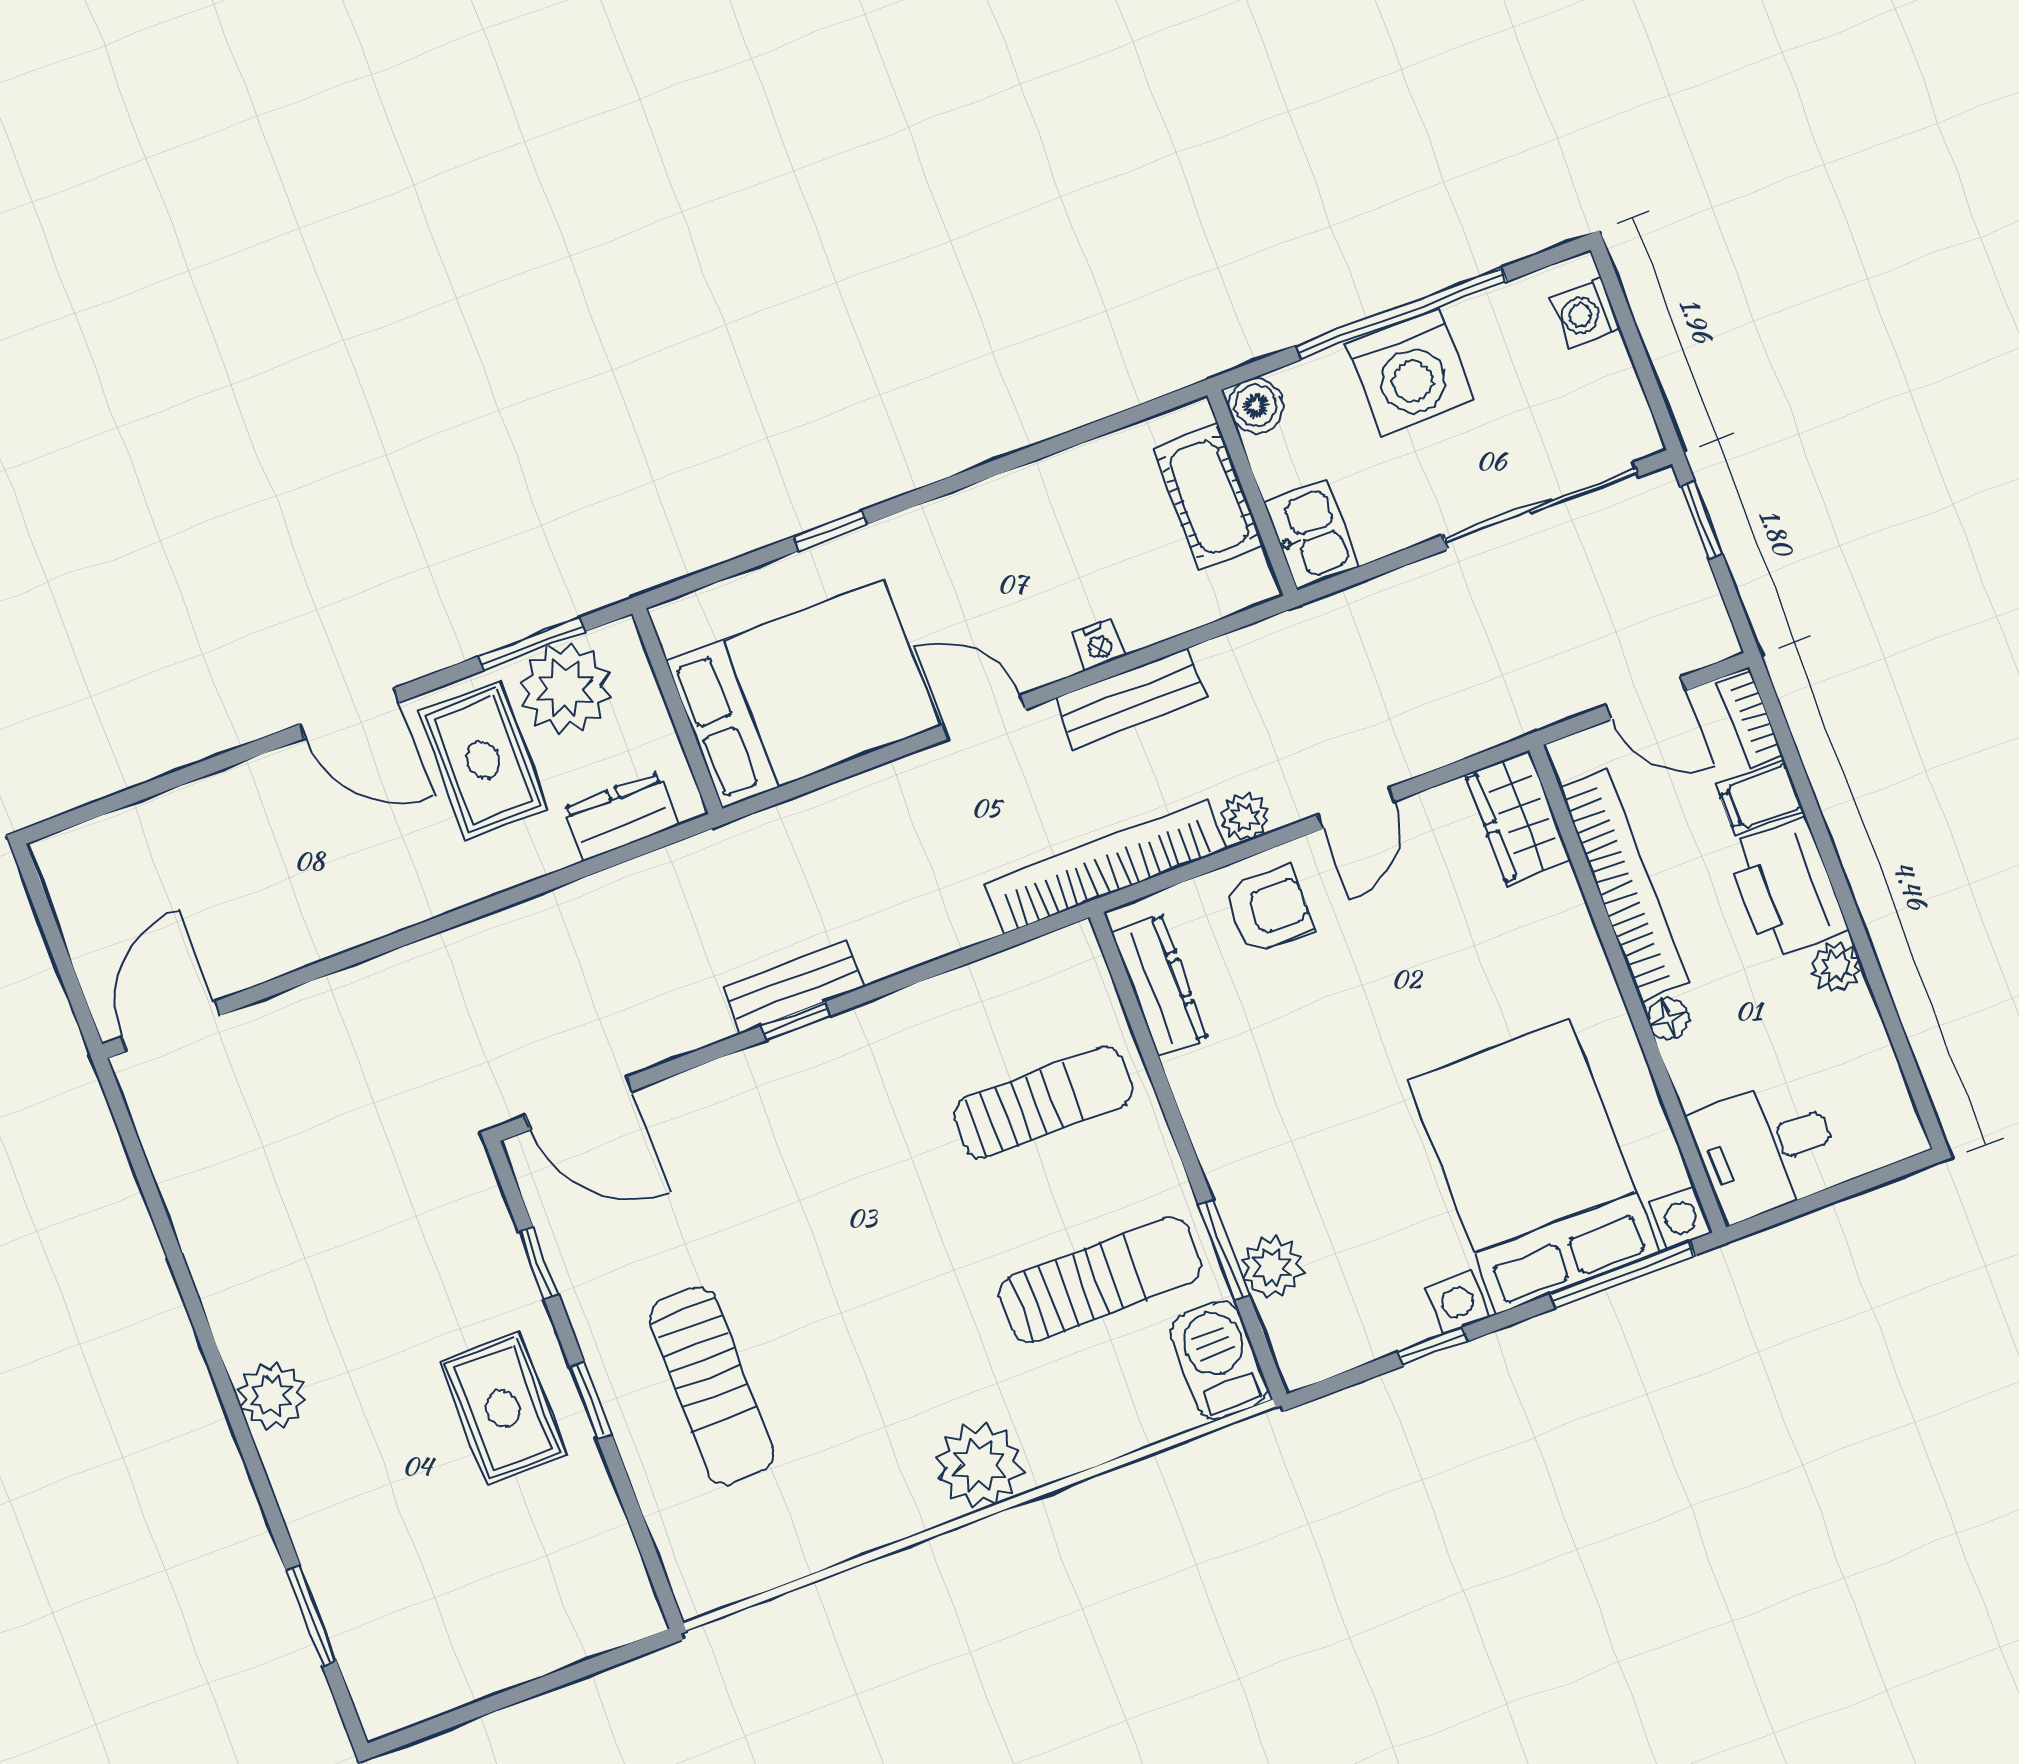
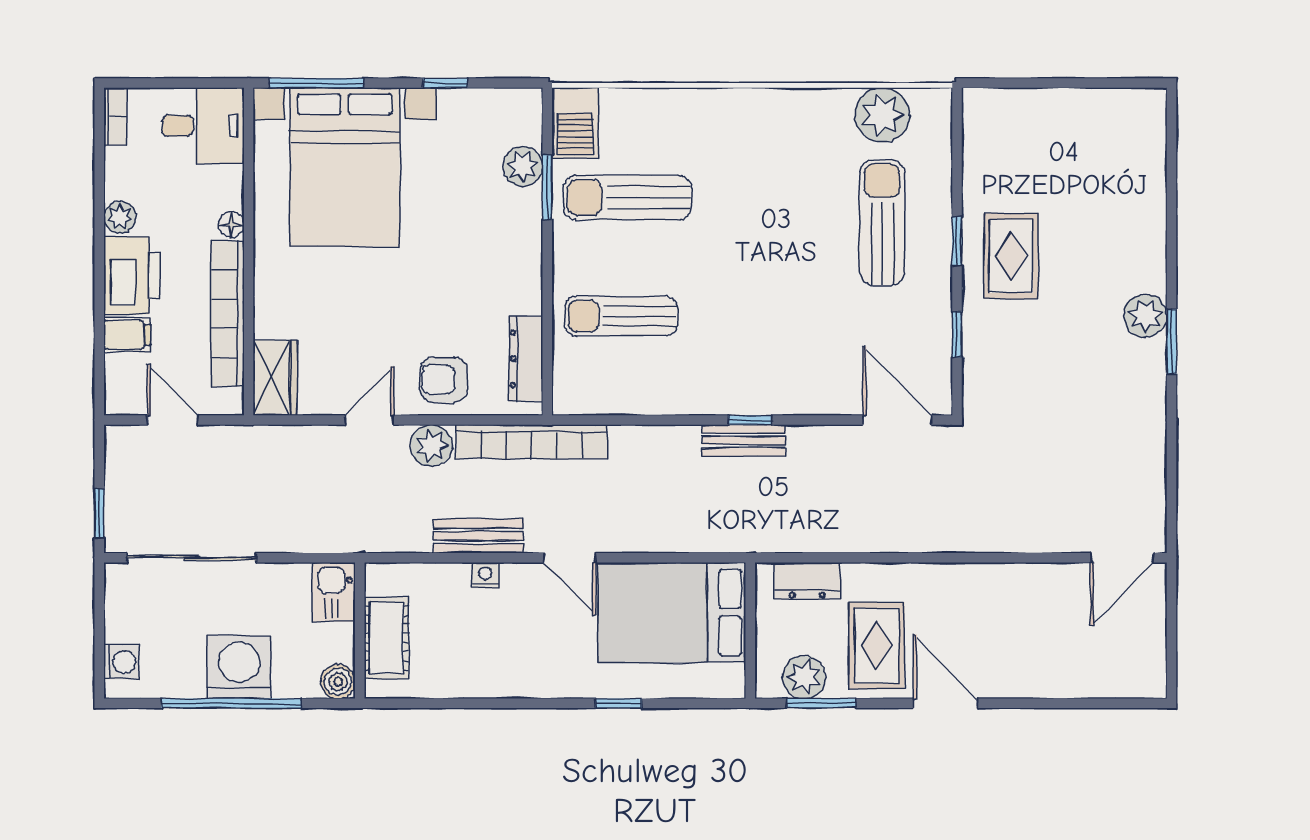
plant: (565, 689) -> (804, 677), width x0.73, depth x0.73
bookcase: (1750, 719) -> (115, 116), moved
plant: (1245, 817) -> (432, 446), width x1.38, depth x1.38
plant: (979, 1465) -> (882, 115), moved
window: (311, 1616) -> (1171, 342), moved

